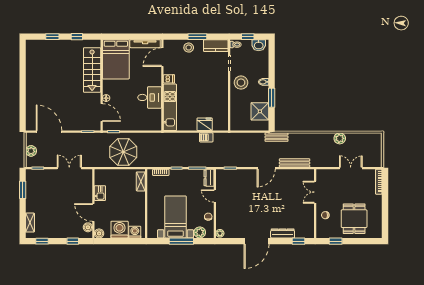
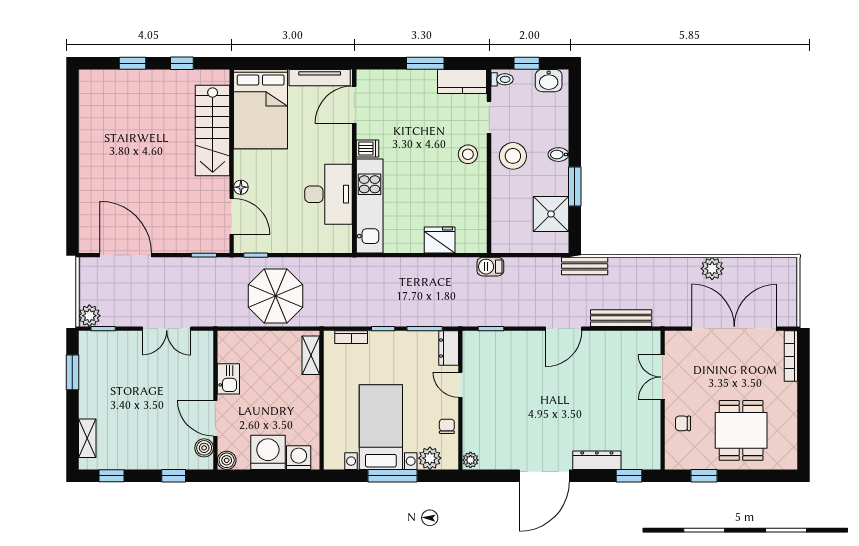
stool: (189, 48) -> (468, 154), moved
desk: (150, 97) -> (329, 194), width x1.37
barbecue: (206, 137) -> (490, 267), moved
plant: (31, 151) -> (89, 316), moved
double door: (69, 168) -> (167, 329), swing flipped
double door: (351, 168) -> (734, 329), width x1.87

